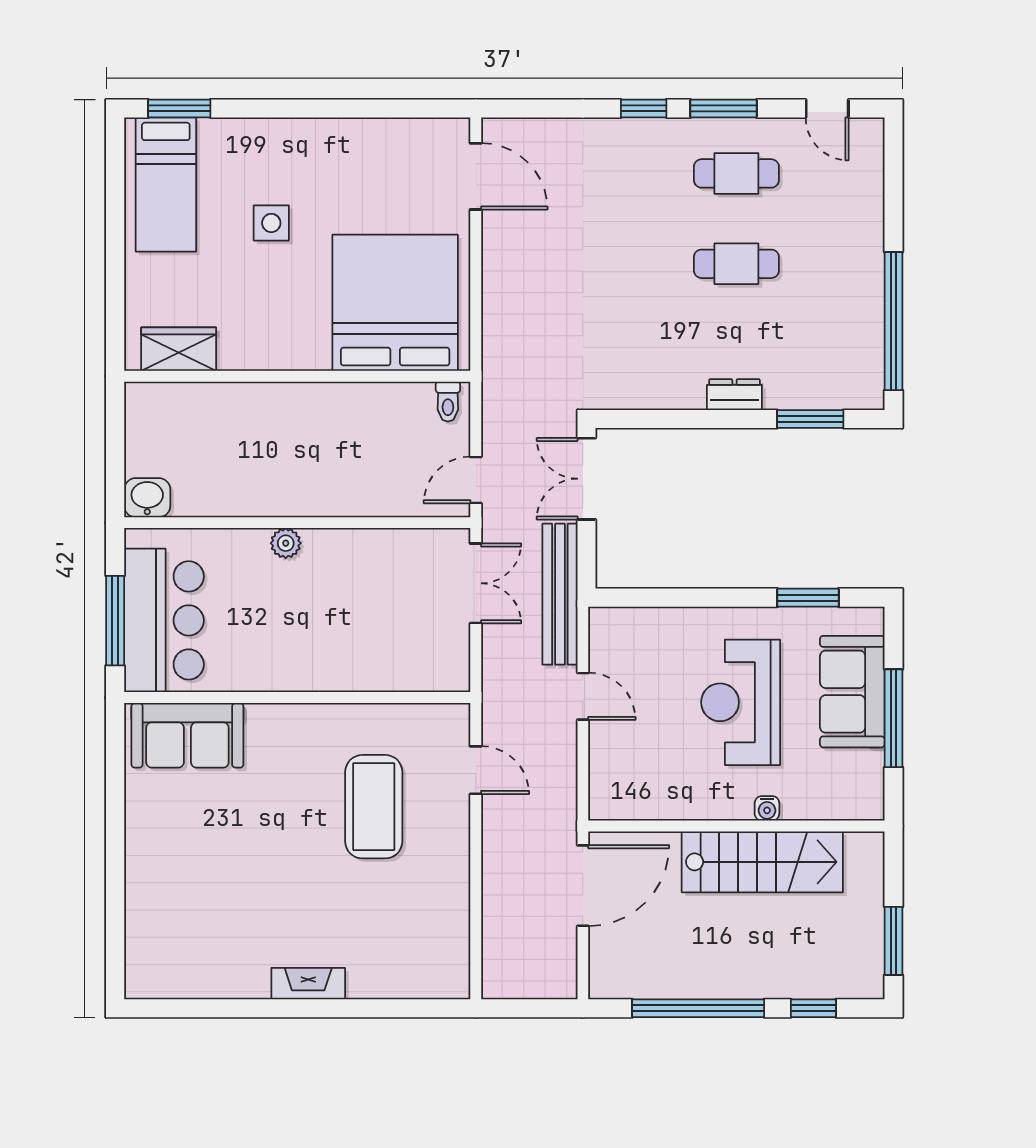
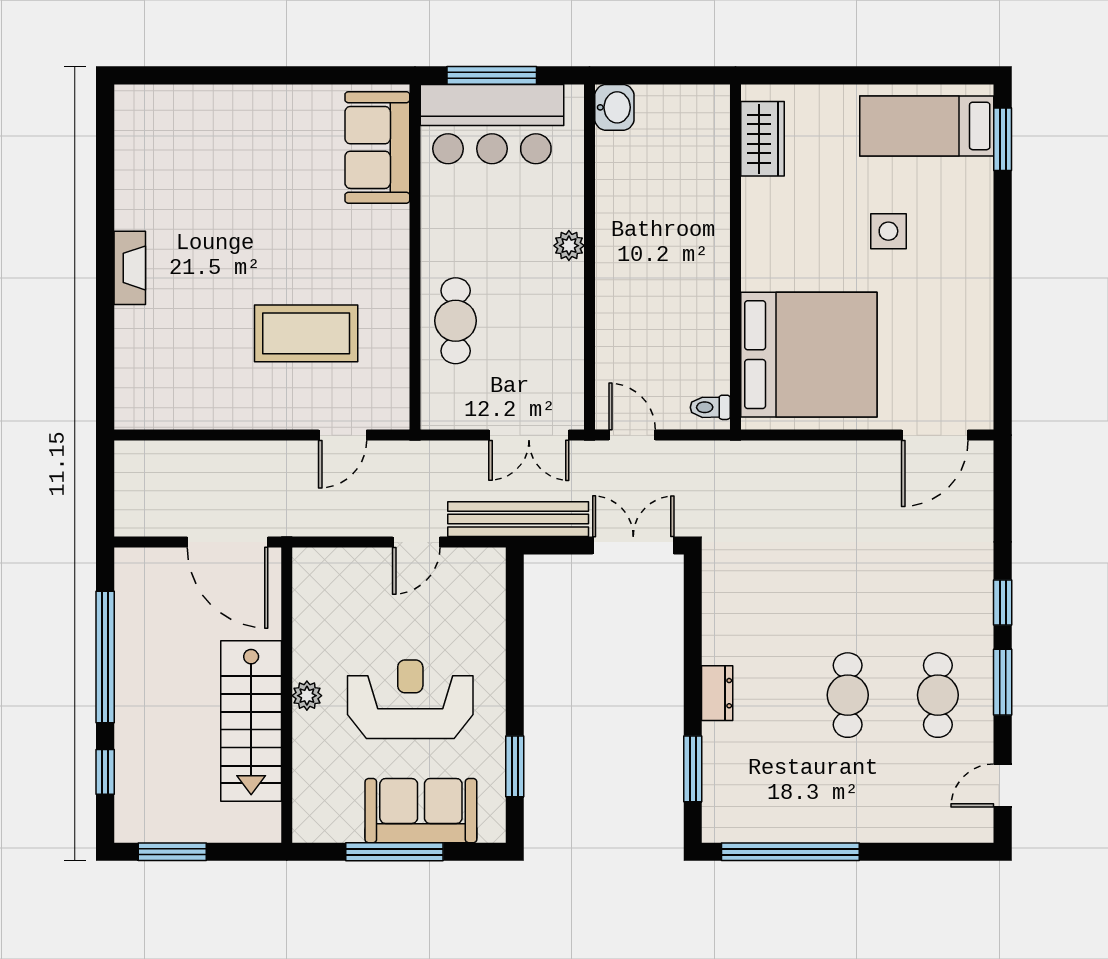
cafe table: (361, 657) -> (456, 321), added
plant: (737, 806) -> (307, 696), added
water cooler: (767, 808) -> (304, 726), removed

